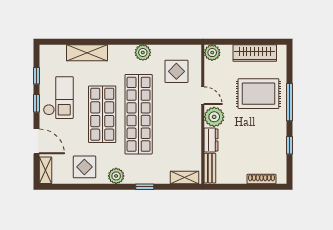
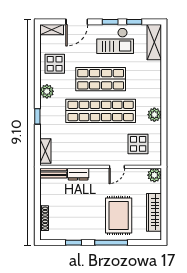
shelving: (87, 53) -> (154, 42), moved
plant: (214, 117) -> (98, 177), removed

